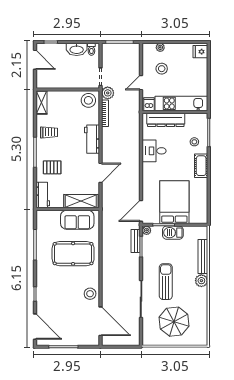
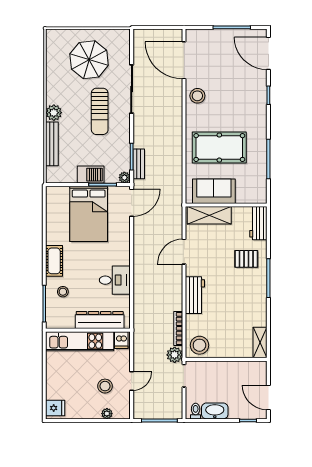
door: (141, 83) -> (132, 381), moved
trolley: (49, 132) -> (250, 304), removed

